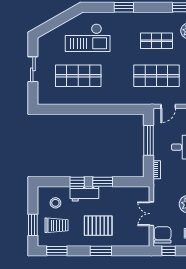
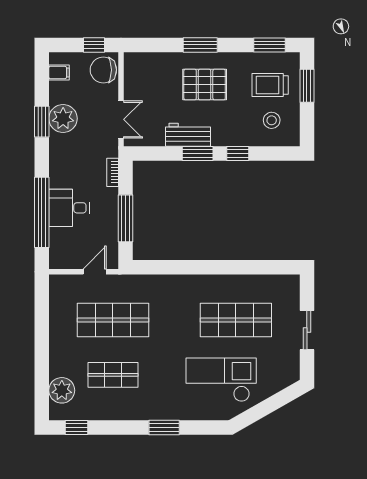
workbench: (84, 194) -> (188, 135), moved
double door: (151, 214) -> (121, 119), moved
chair: (163, 235) -> (103, 70), turned 90

